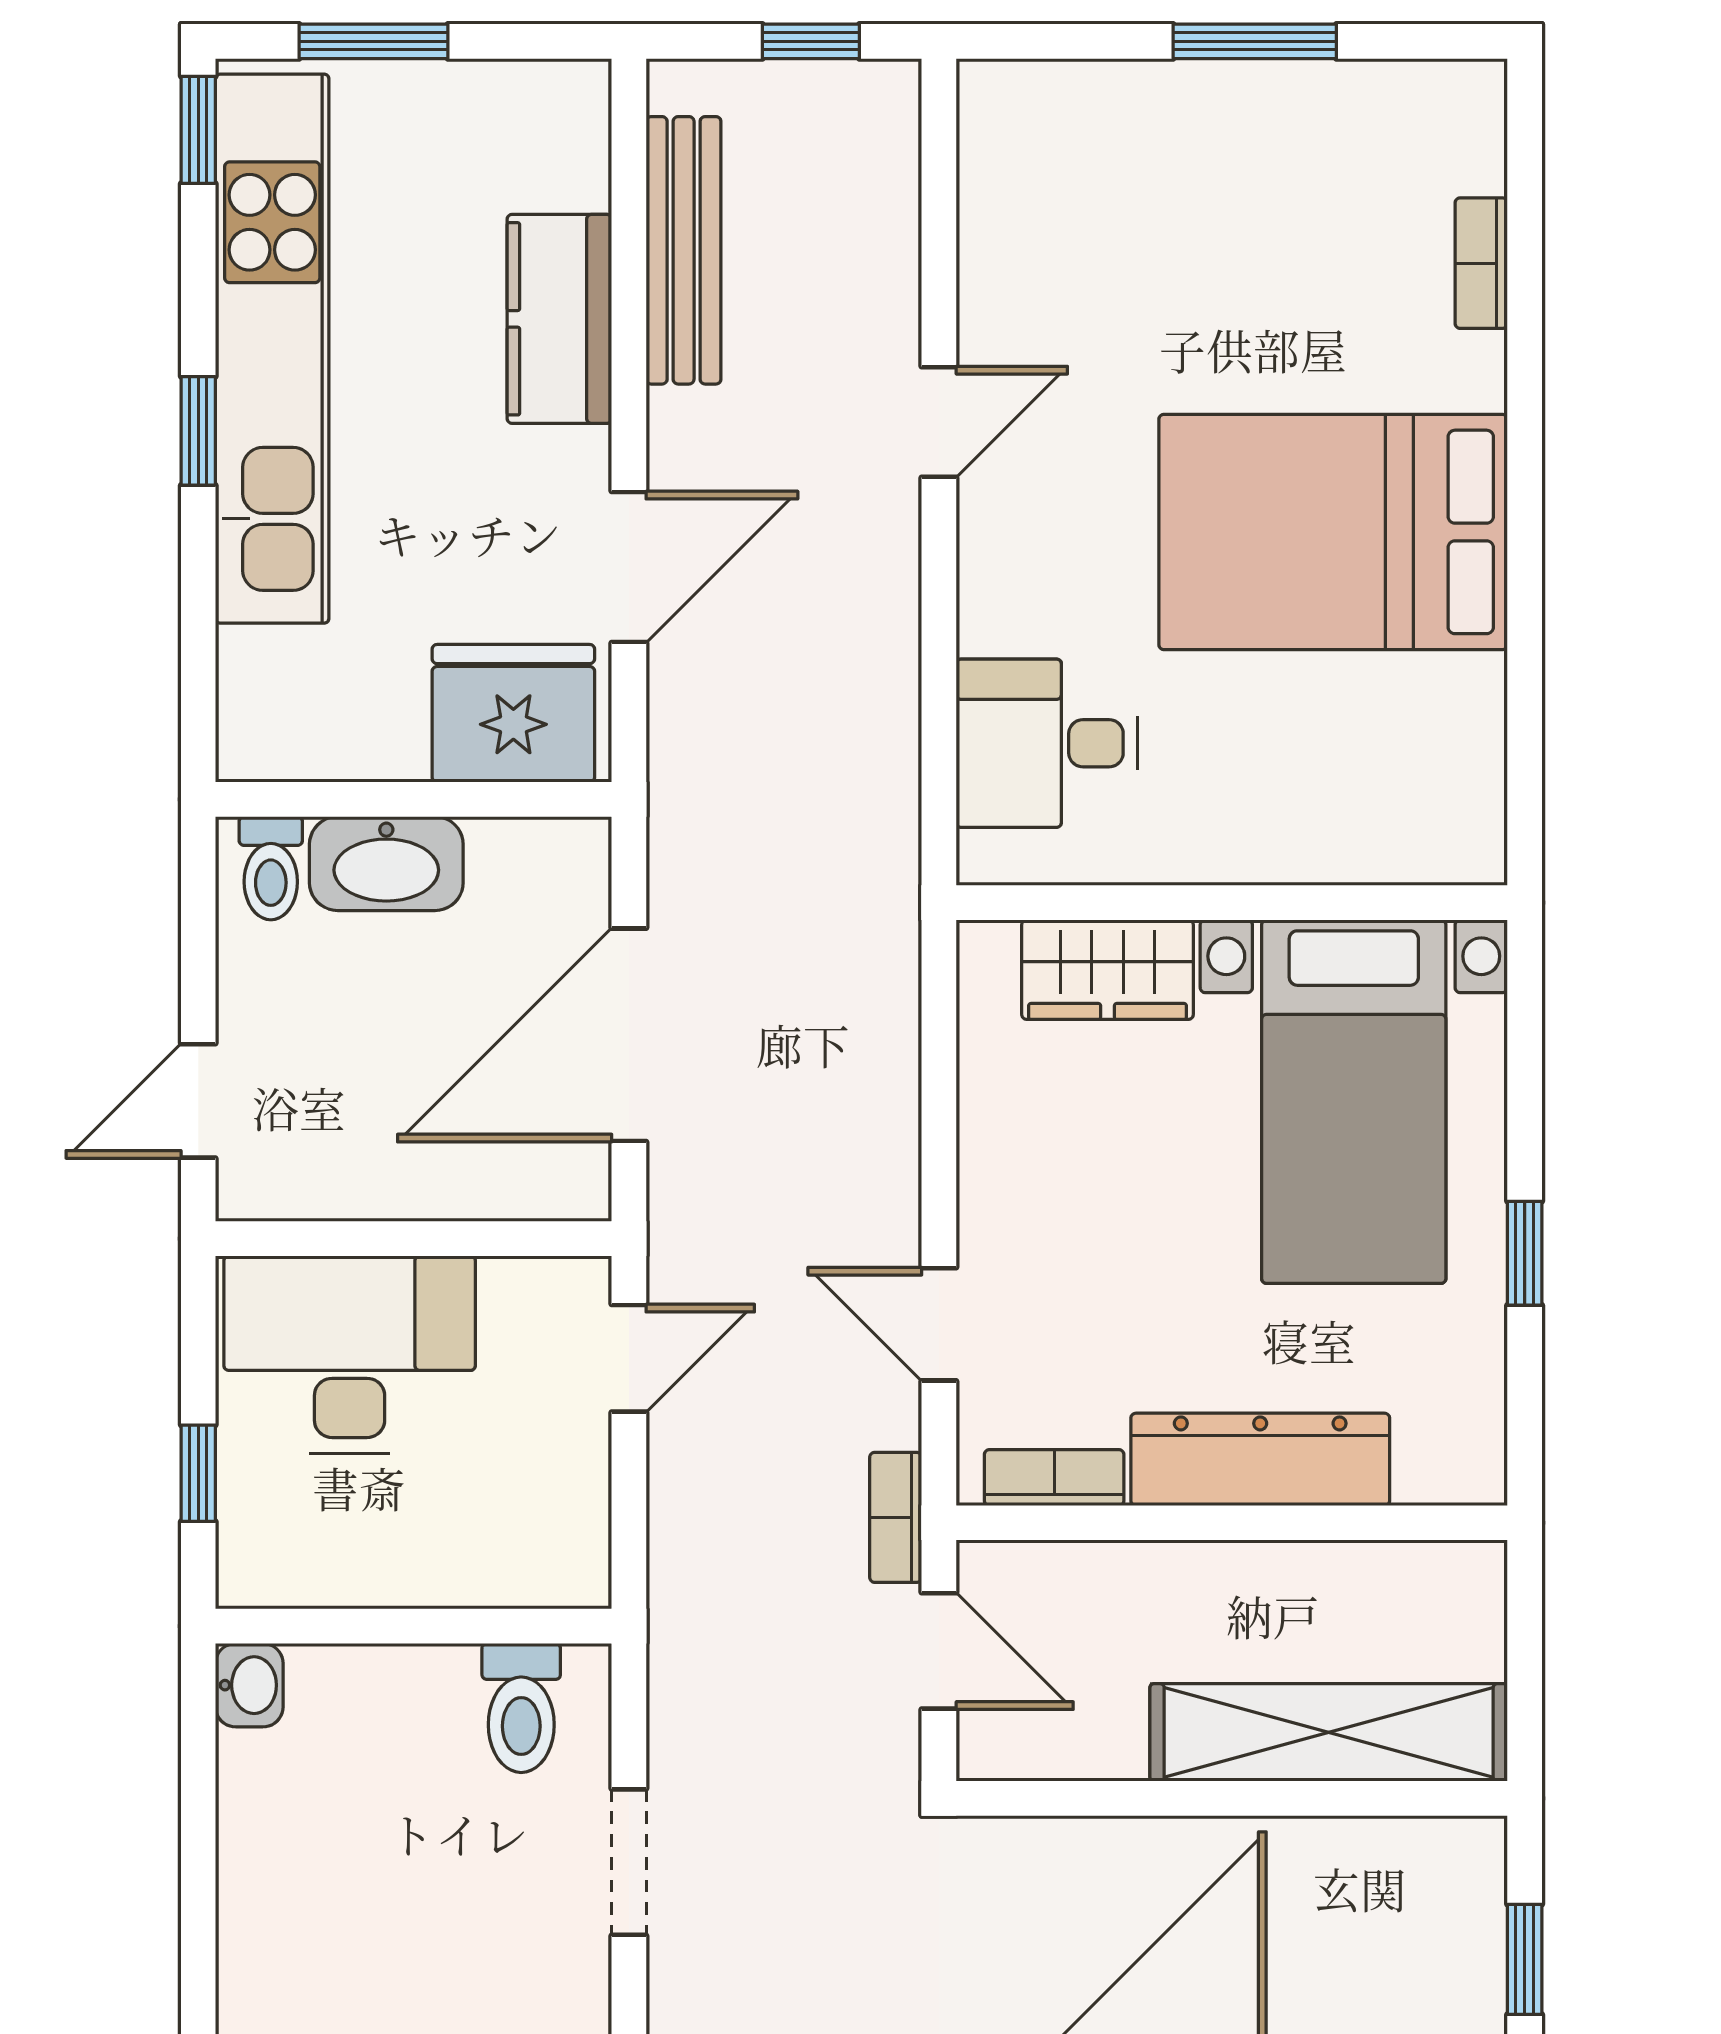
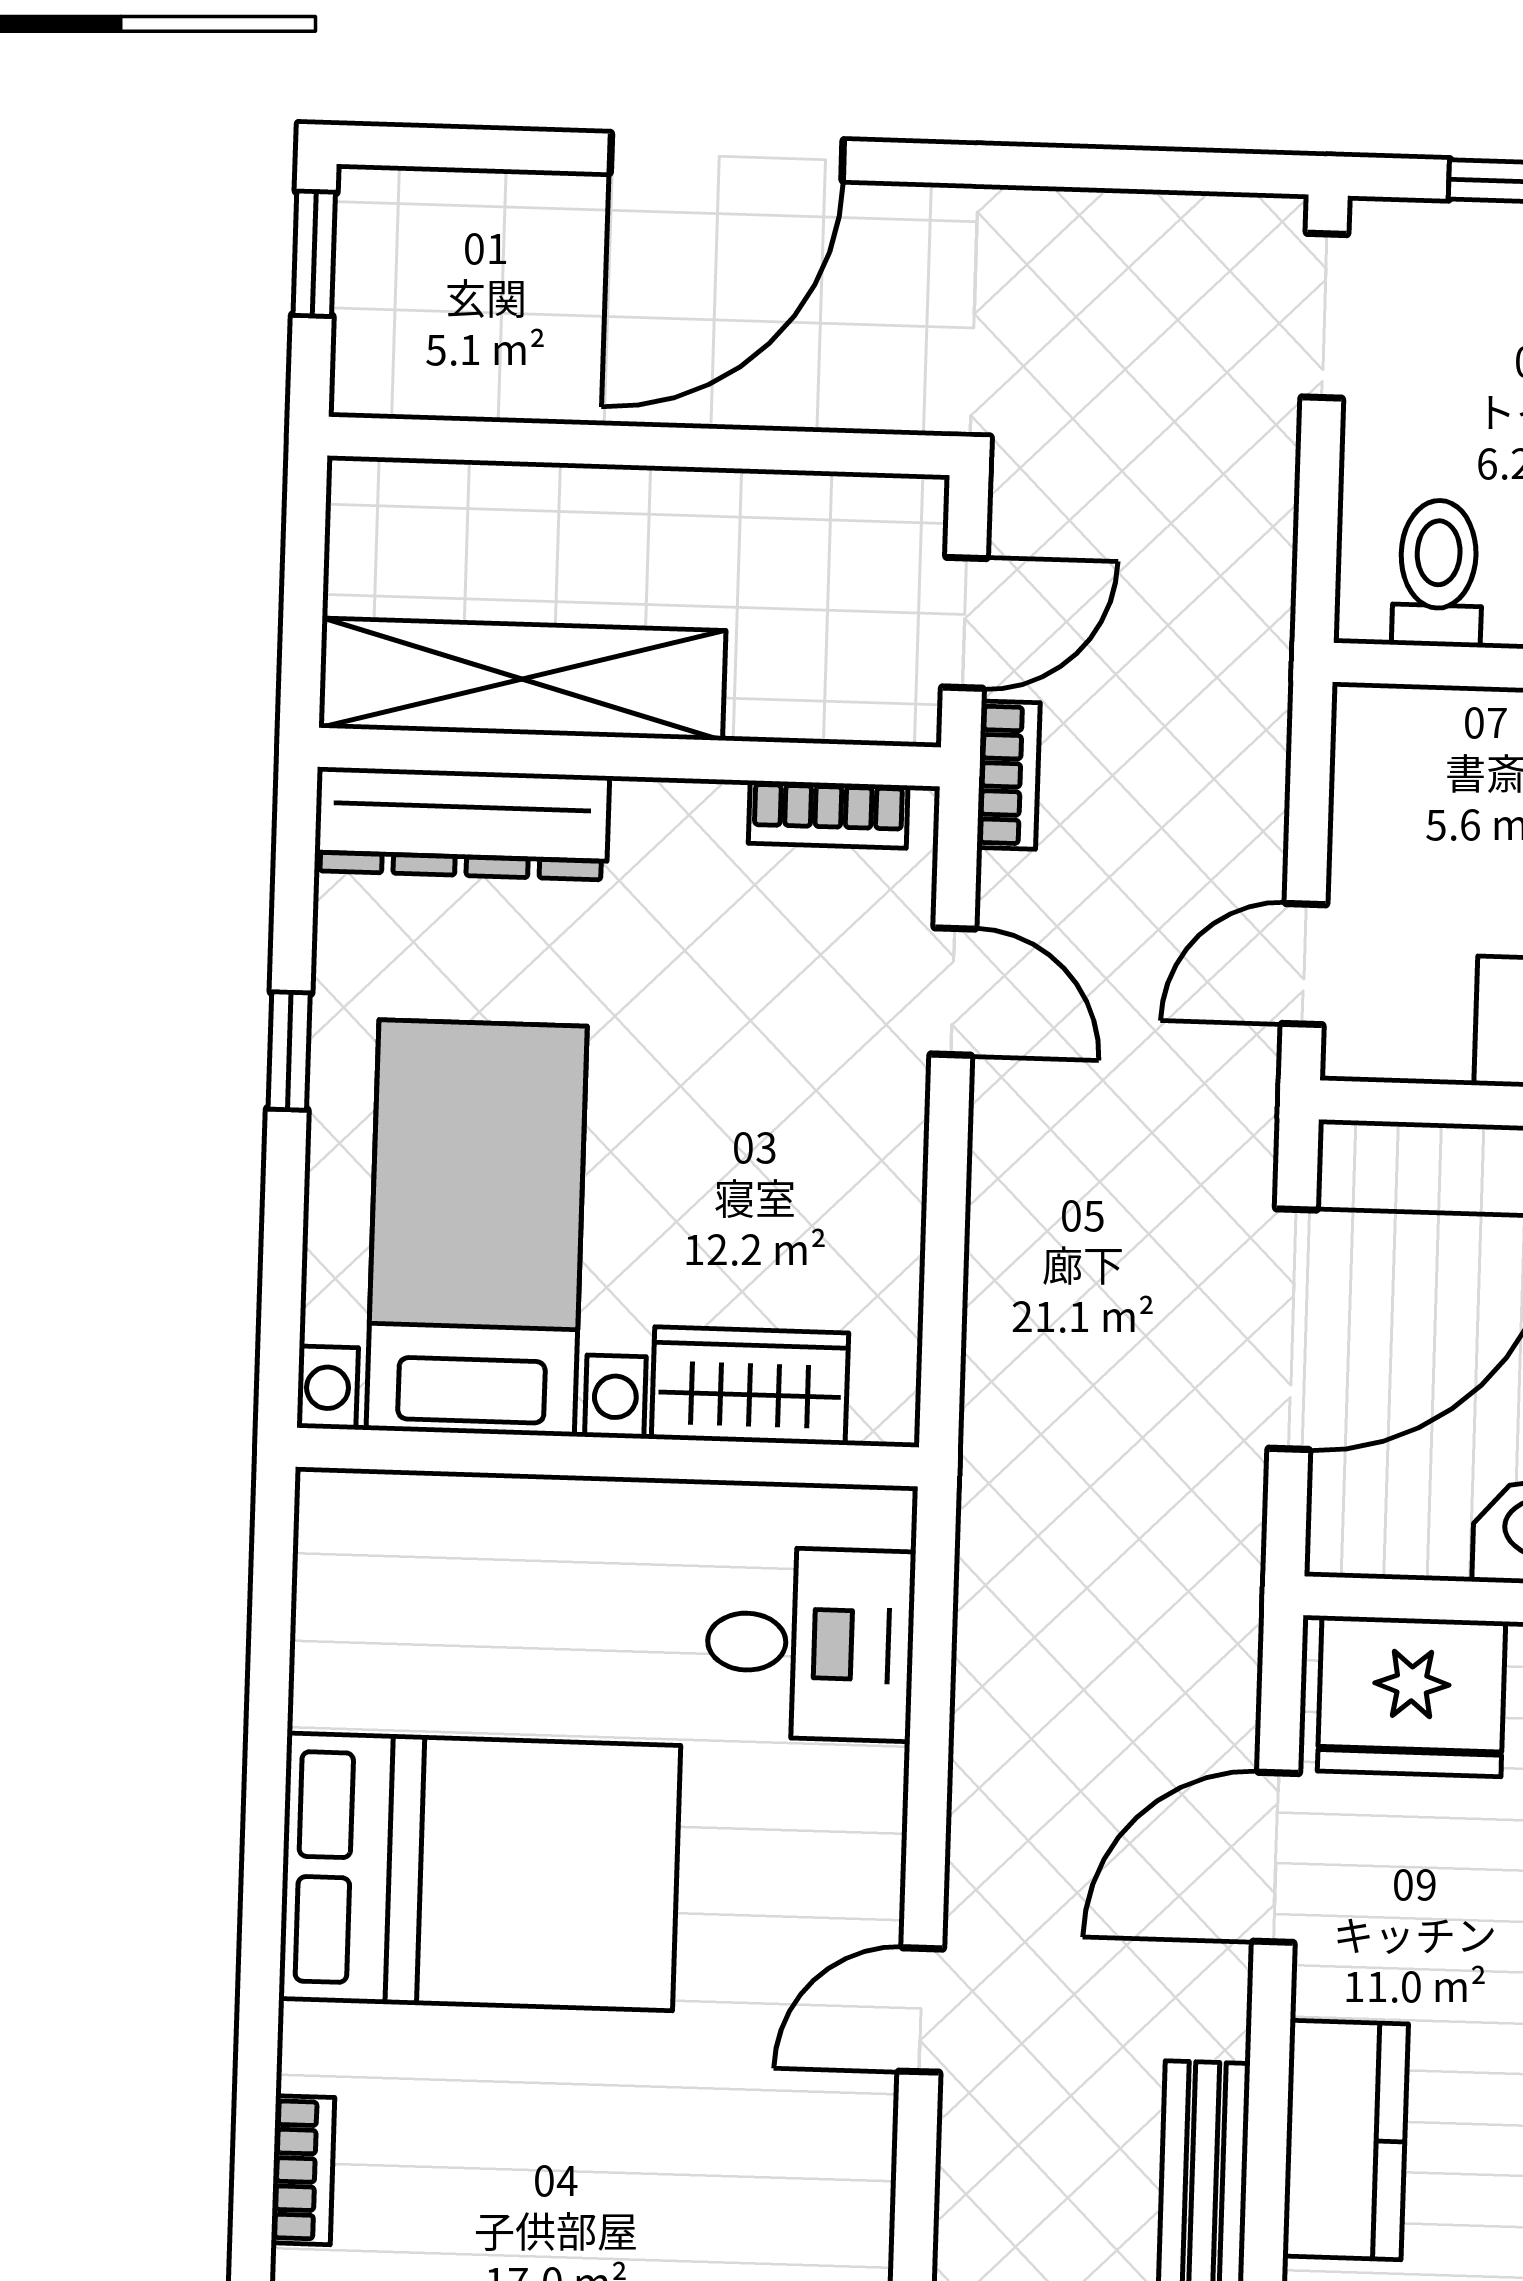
dresser: (1260, 1459) -> (462, 823), moved
door: (939, 1651) -> (964, 623), swing flipped
shelving: (1329, 1732) -> (522, 679), moved
doorway: (629, 1862) -> (1324, 316), moved

